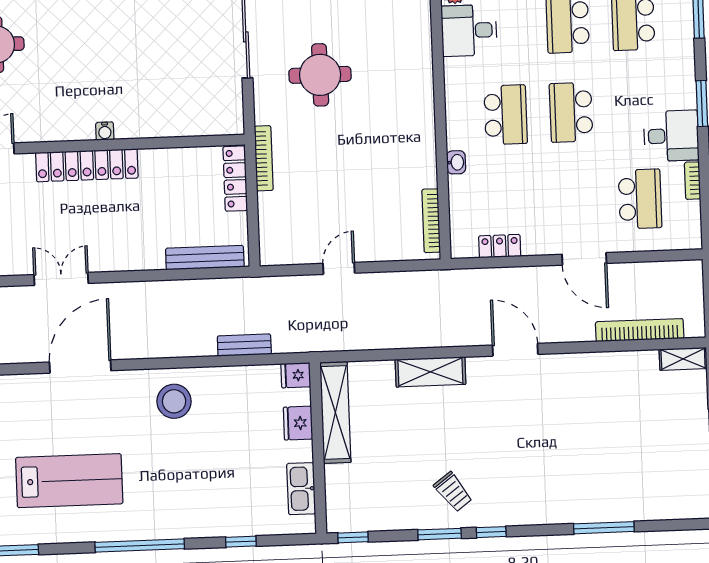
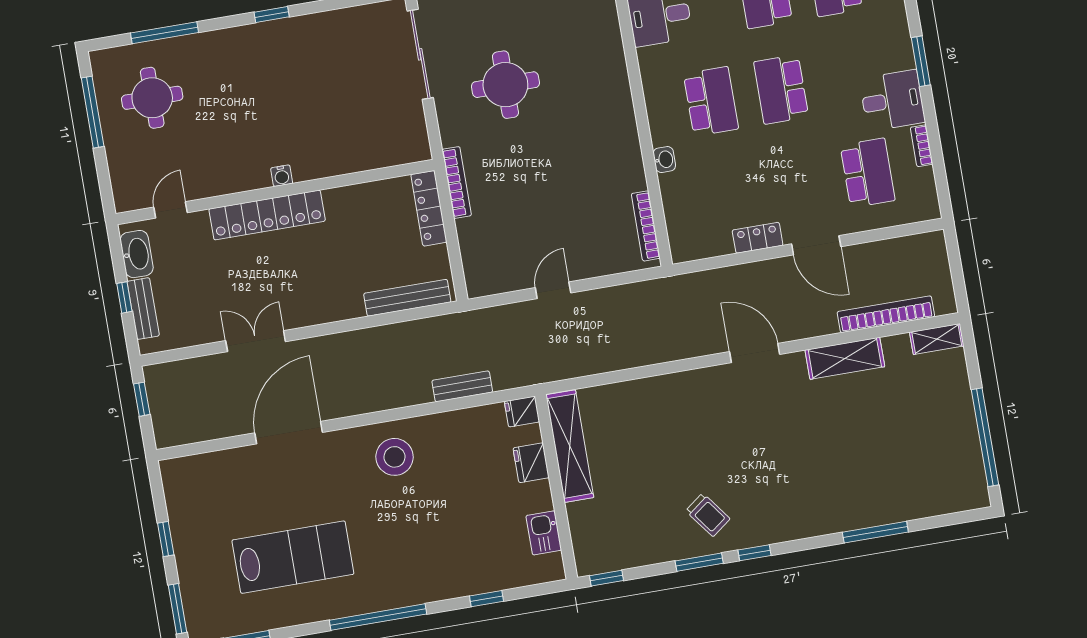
locker: (500, 246) -> (758, 238), moved
shelving: (430, 372) -> (845, 358), moved
kitchen sink: (301, 489) -> (544, 533), width x0.73

